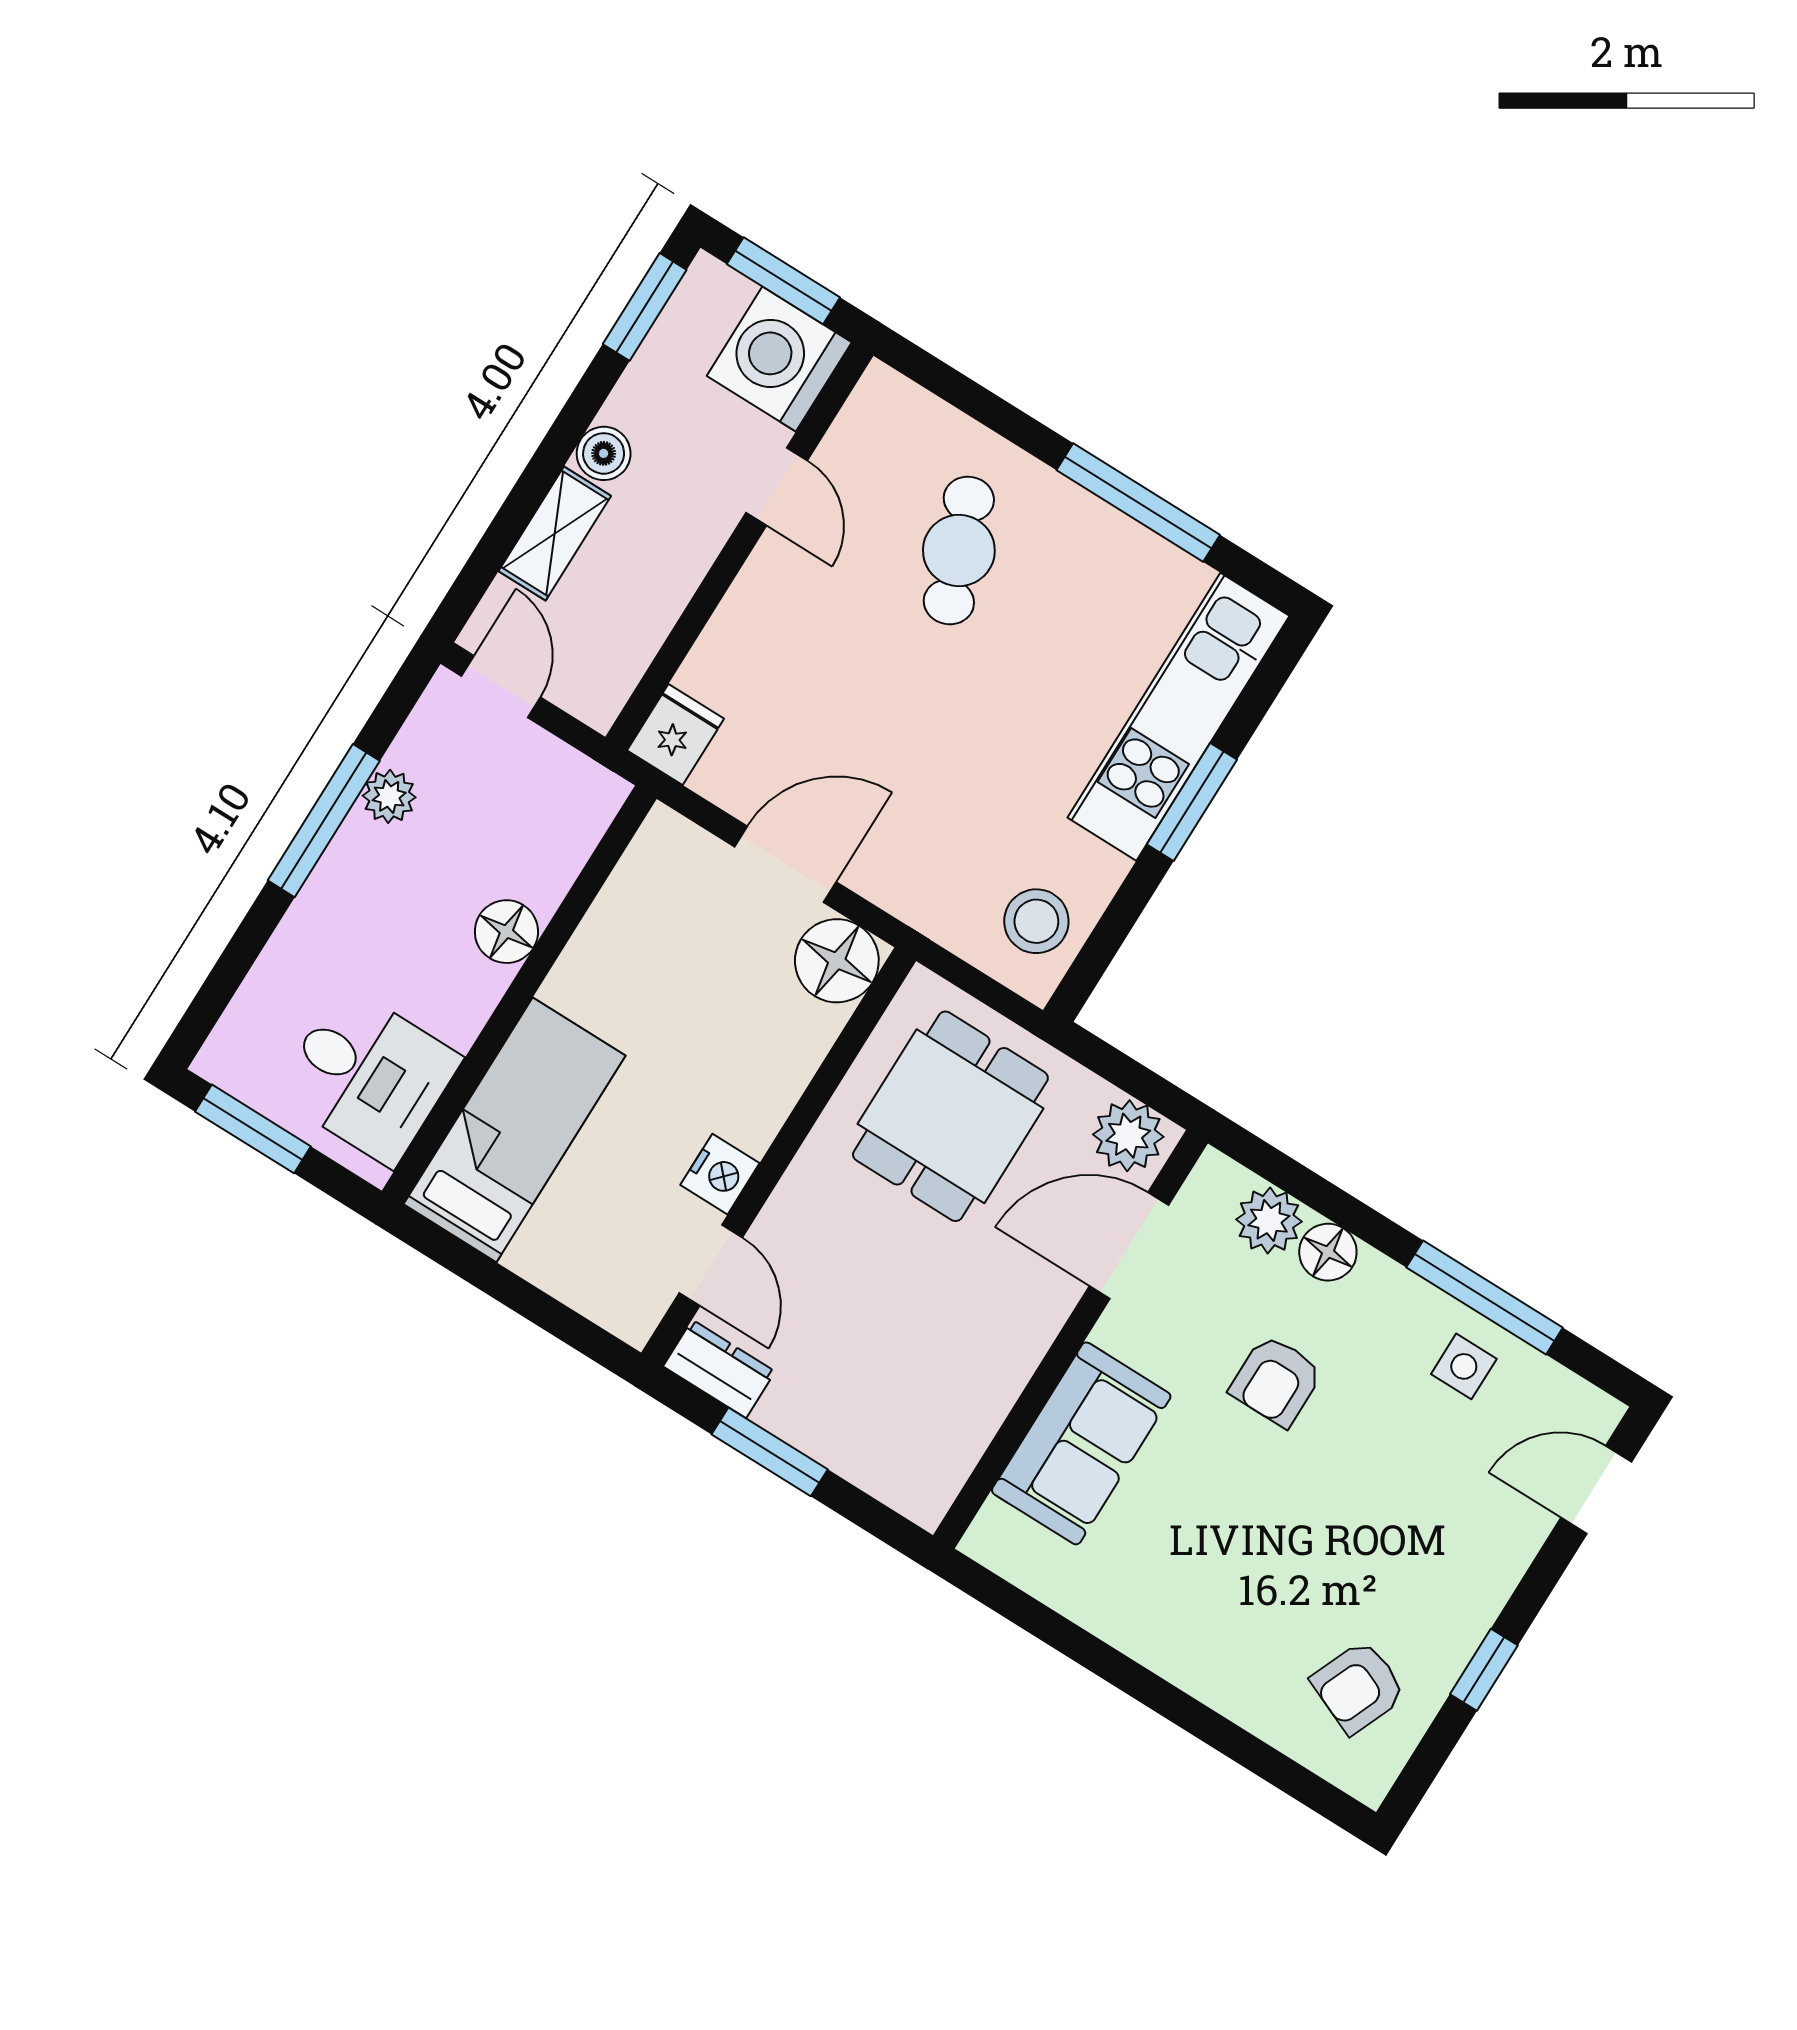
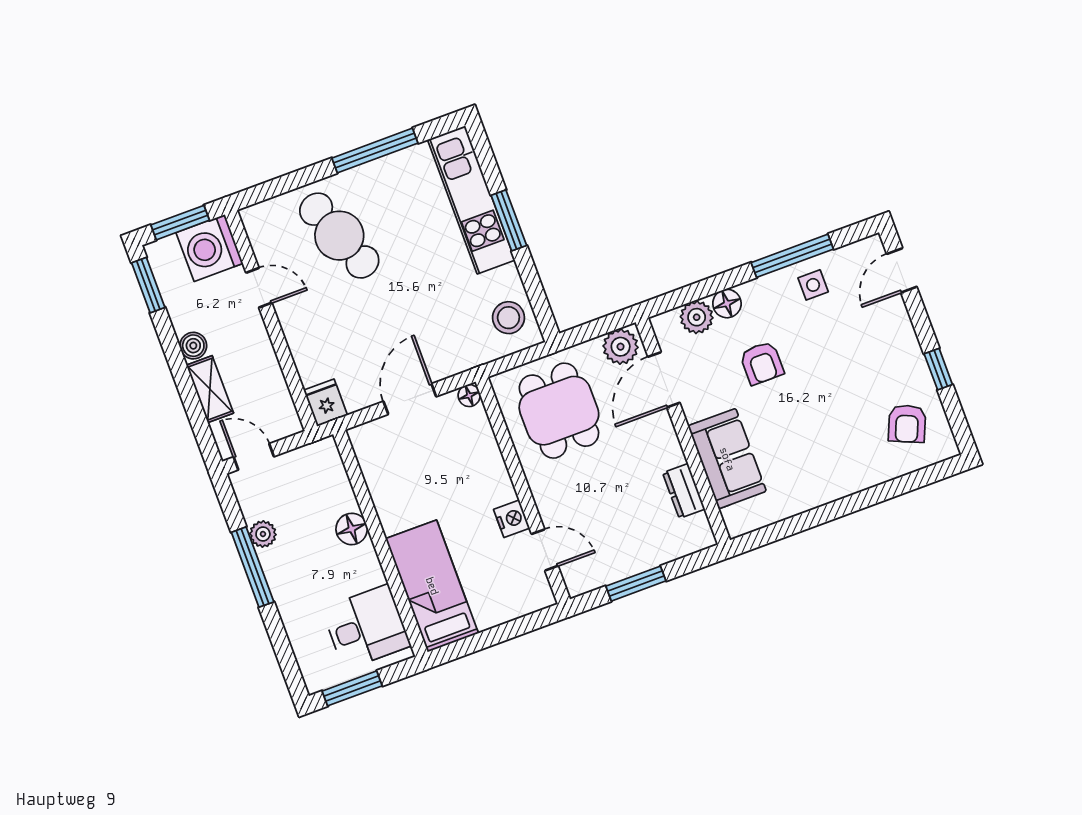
cafe table: (959, 550) -> (339, 236), width x1.37, depth x1.35
floor lamp: (837, 961) -> (469, 396), width x0.53, depth x0.53
dresser: (719, 1369) -> (684, 491), moved, turned -90

